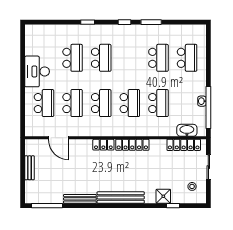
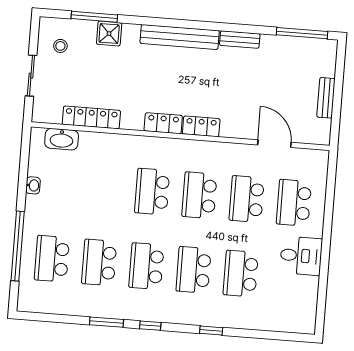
desk: (37, 71) -> (301, 256), width x0.73
school desk: (158, 103) -> (146, 266), moved
window: (208, 107) -> (18, 246), moved
locker: (132, 145) -> (163, 123), width x0.66
locker: (184, 145) -> (91, 117), moved
bench: (80, 199) -> (240, 39), width x0.73
window: (173, 206) -> (94, 17), width x2.17

